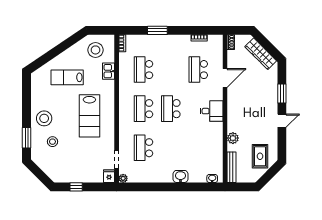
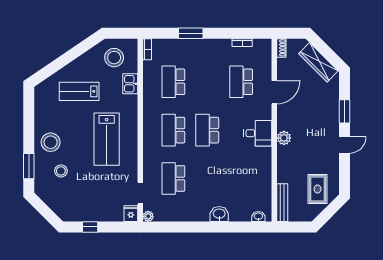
plant: (233, 138) -> (284, 138), moved

